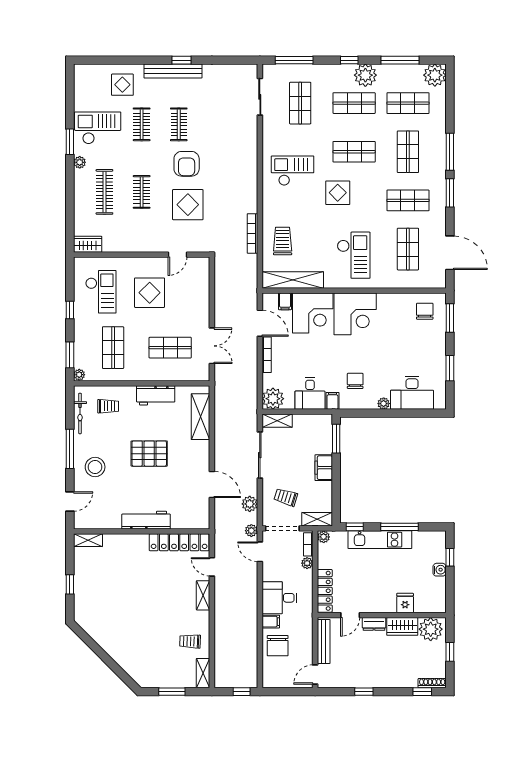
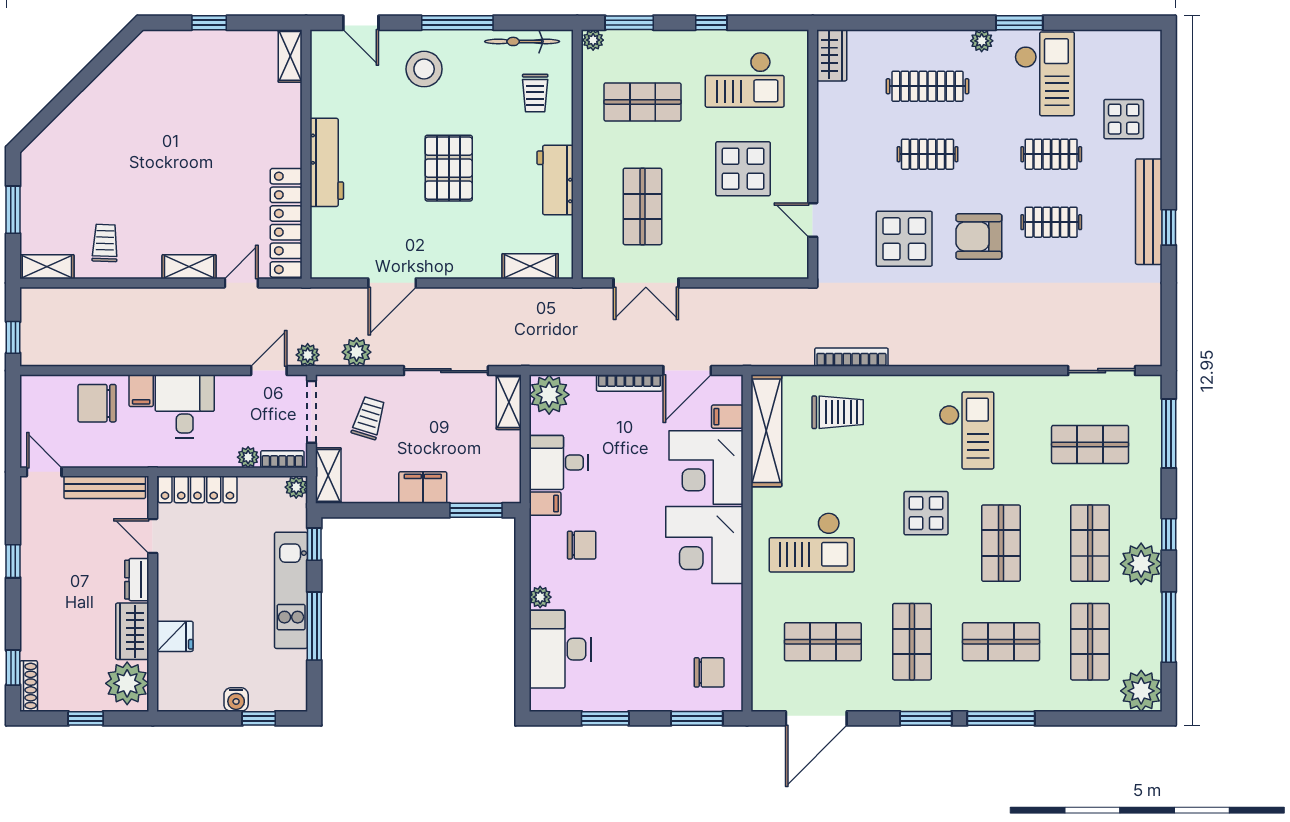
shelving: (200, 417) -> (530, 266), width x0.67, depth x0.75

